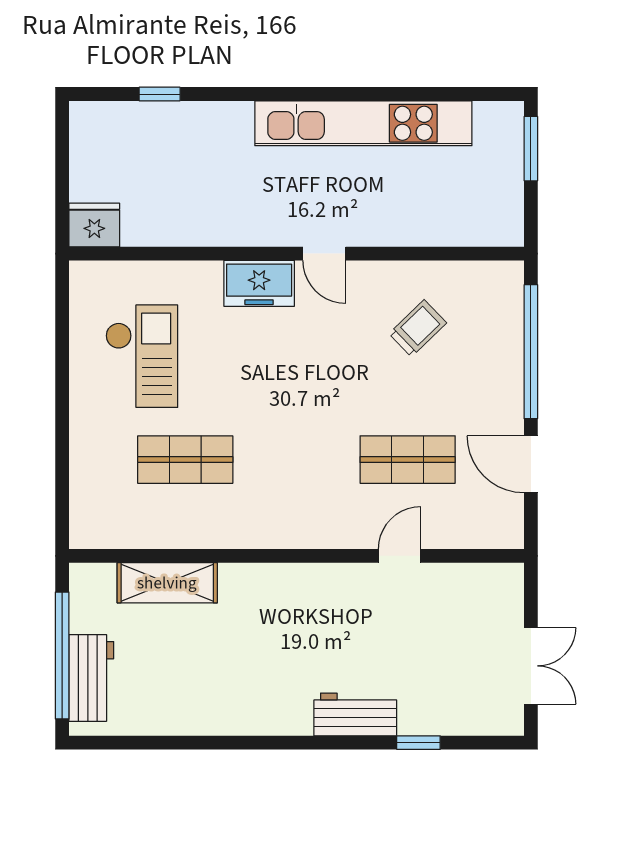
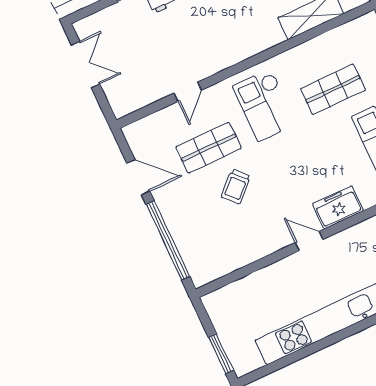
trolley: (418, 328) -> (236, 186), moved
checkout: (296, 484) -> (265, 105), added
double door: (531, 666) -> (86, 64), swing flipped

